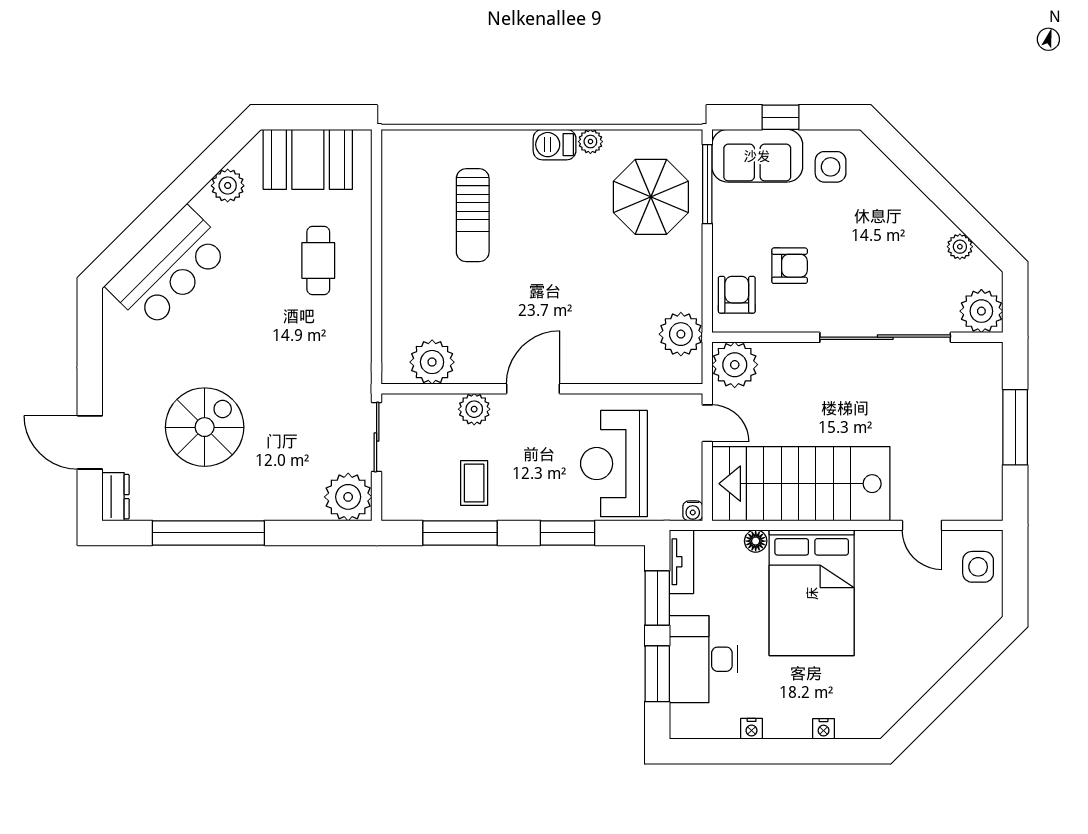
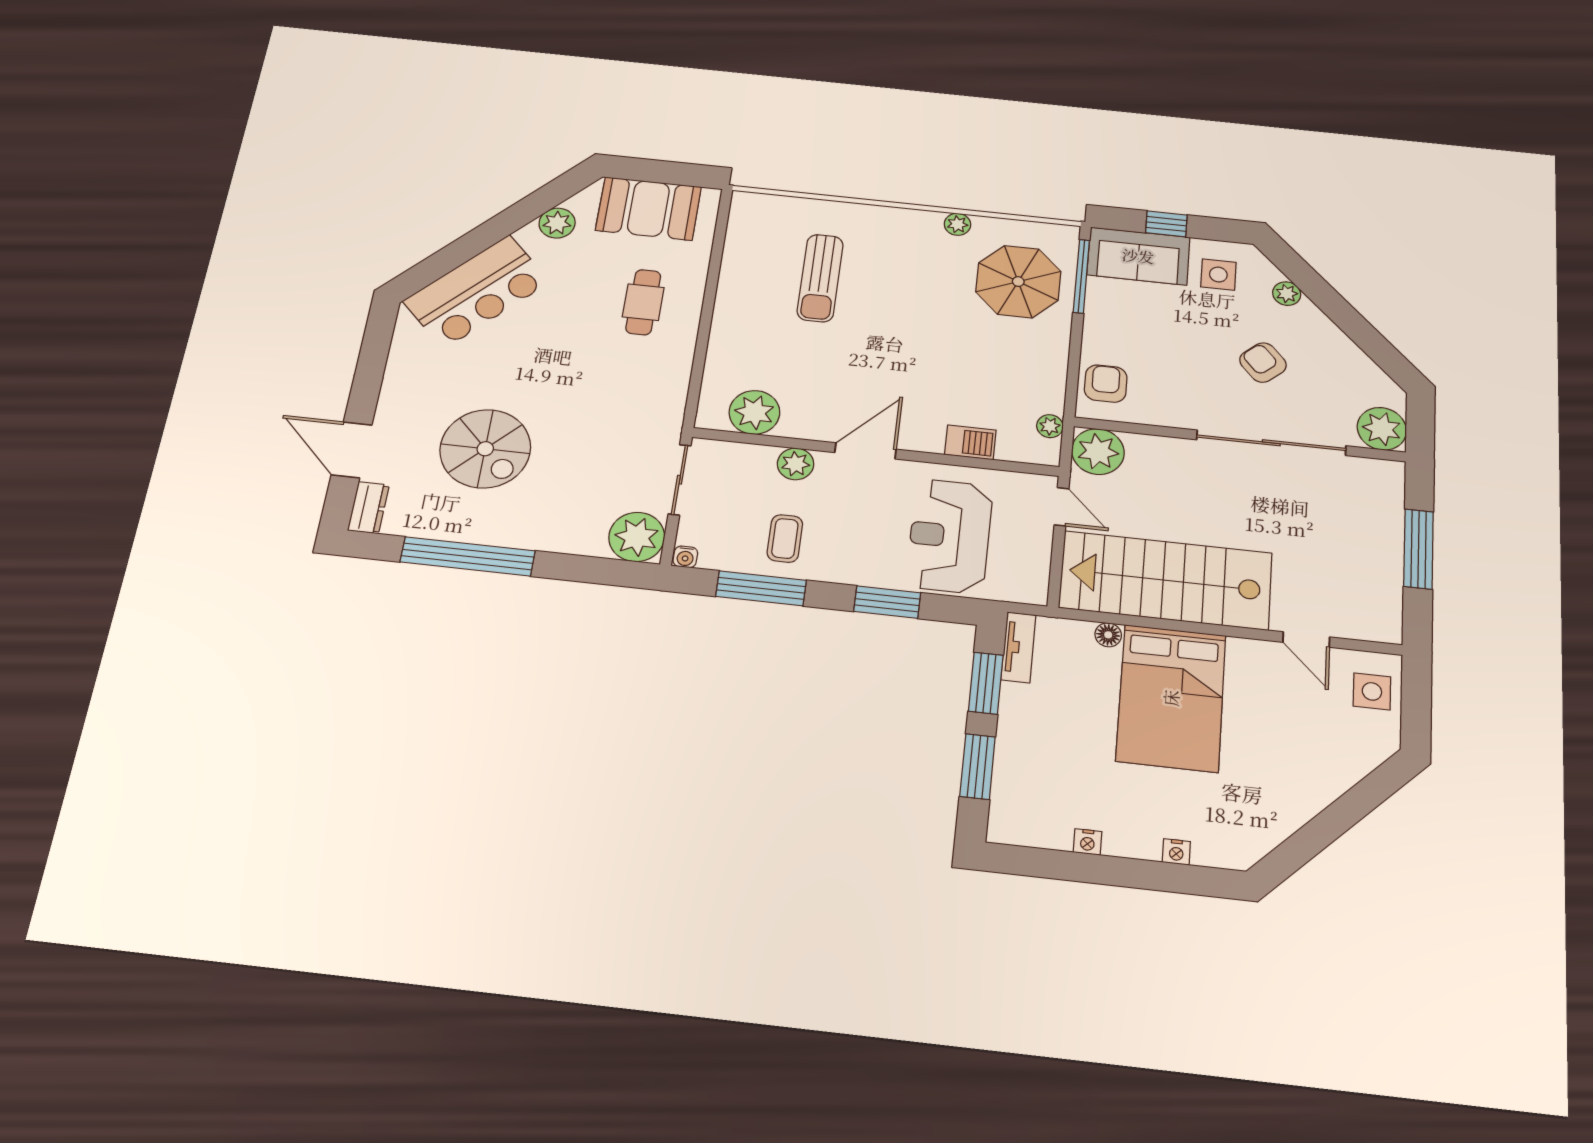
barbecue: (555, 145) -> (970, 442), moved, turned 180
plant: (960, 247) -> (1287, 294), moved
armchair: (790, 266) -> (1263, 363), moved, turned -131
plant: (681, 334) -> (1050, 426), width x0.53, depth x0.53
spiral stairs: (205, 427) -> (485, 449), turned 90
water cooler: (693, 511) -> (685, 557), moved
desk: (703, 659) -> (1035, 757), removed

